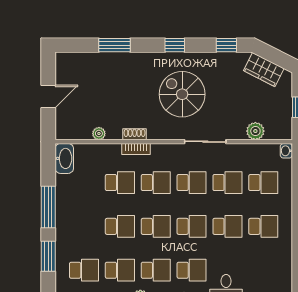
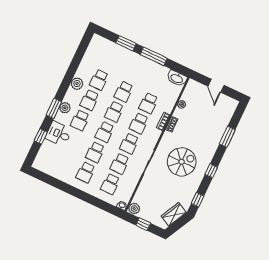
plant: (255, 131) -> (134, 209), moved
school desk: (84, 270) -> (109, 60), removed

